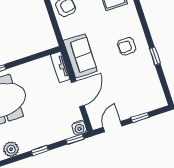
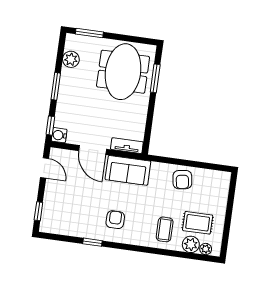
window: (140, 117) -> (38, 211), moved
window: (40, 151) -> (56, 86), width x1.50

